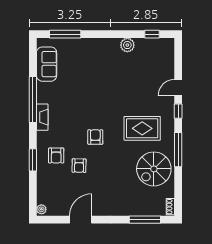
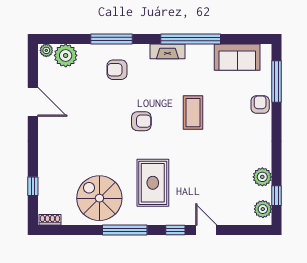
plant: (127, 45) -> (262, 177), moved
plant: (162, 45) -> (263, 209), added
coffee table: (89, 98) -> (193, 113), added
window: (33, 160) -> (111, 39), width x1.44
armchair: (79, 166) -> (260, 104), moved, turned 89
plant: (45, 195) -> (66, 55), added
window: (145, 220) -> (33, 186), width x0.46

